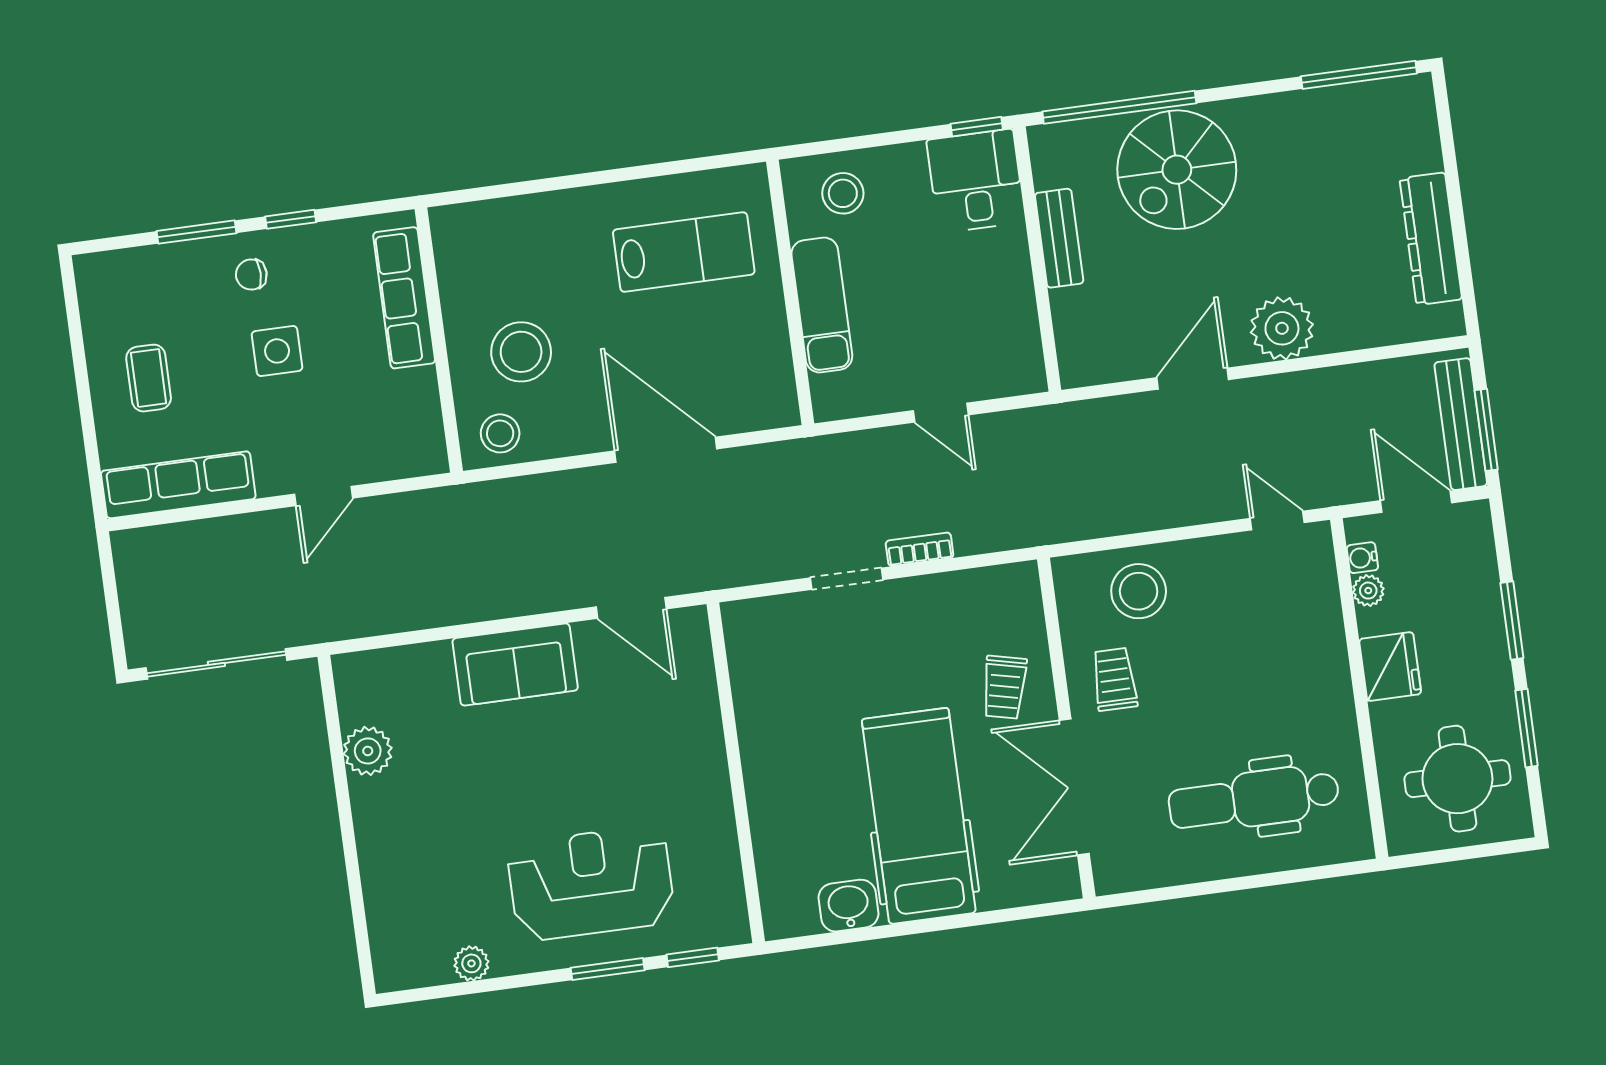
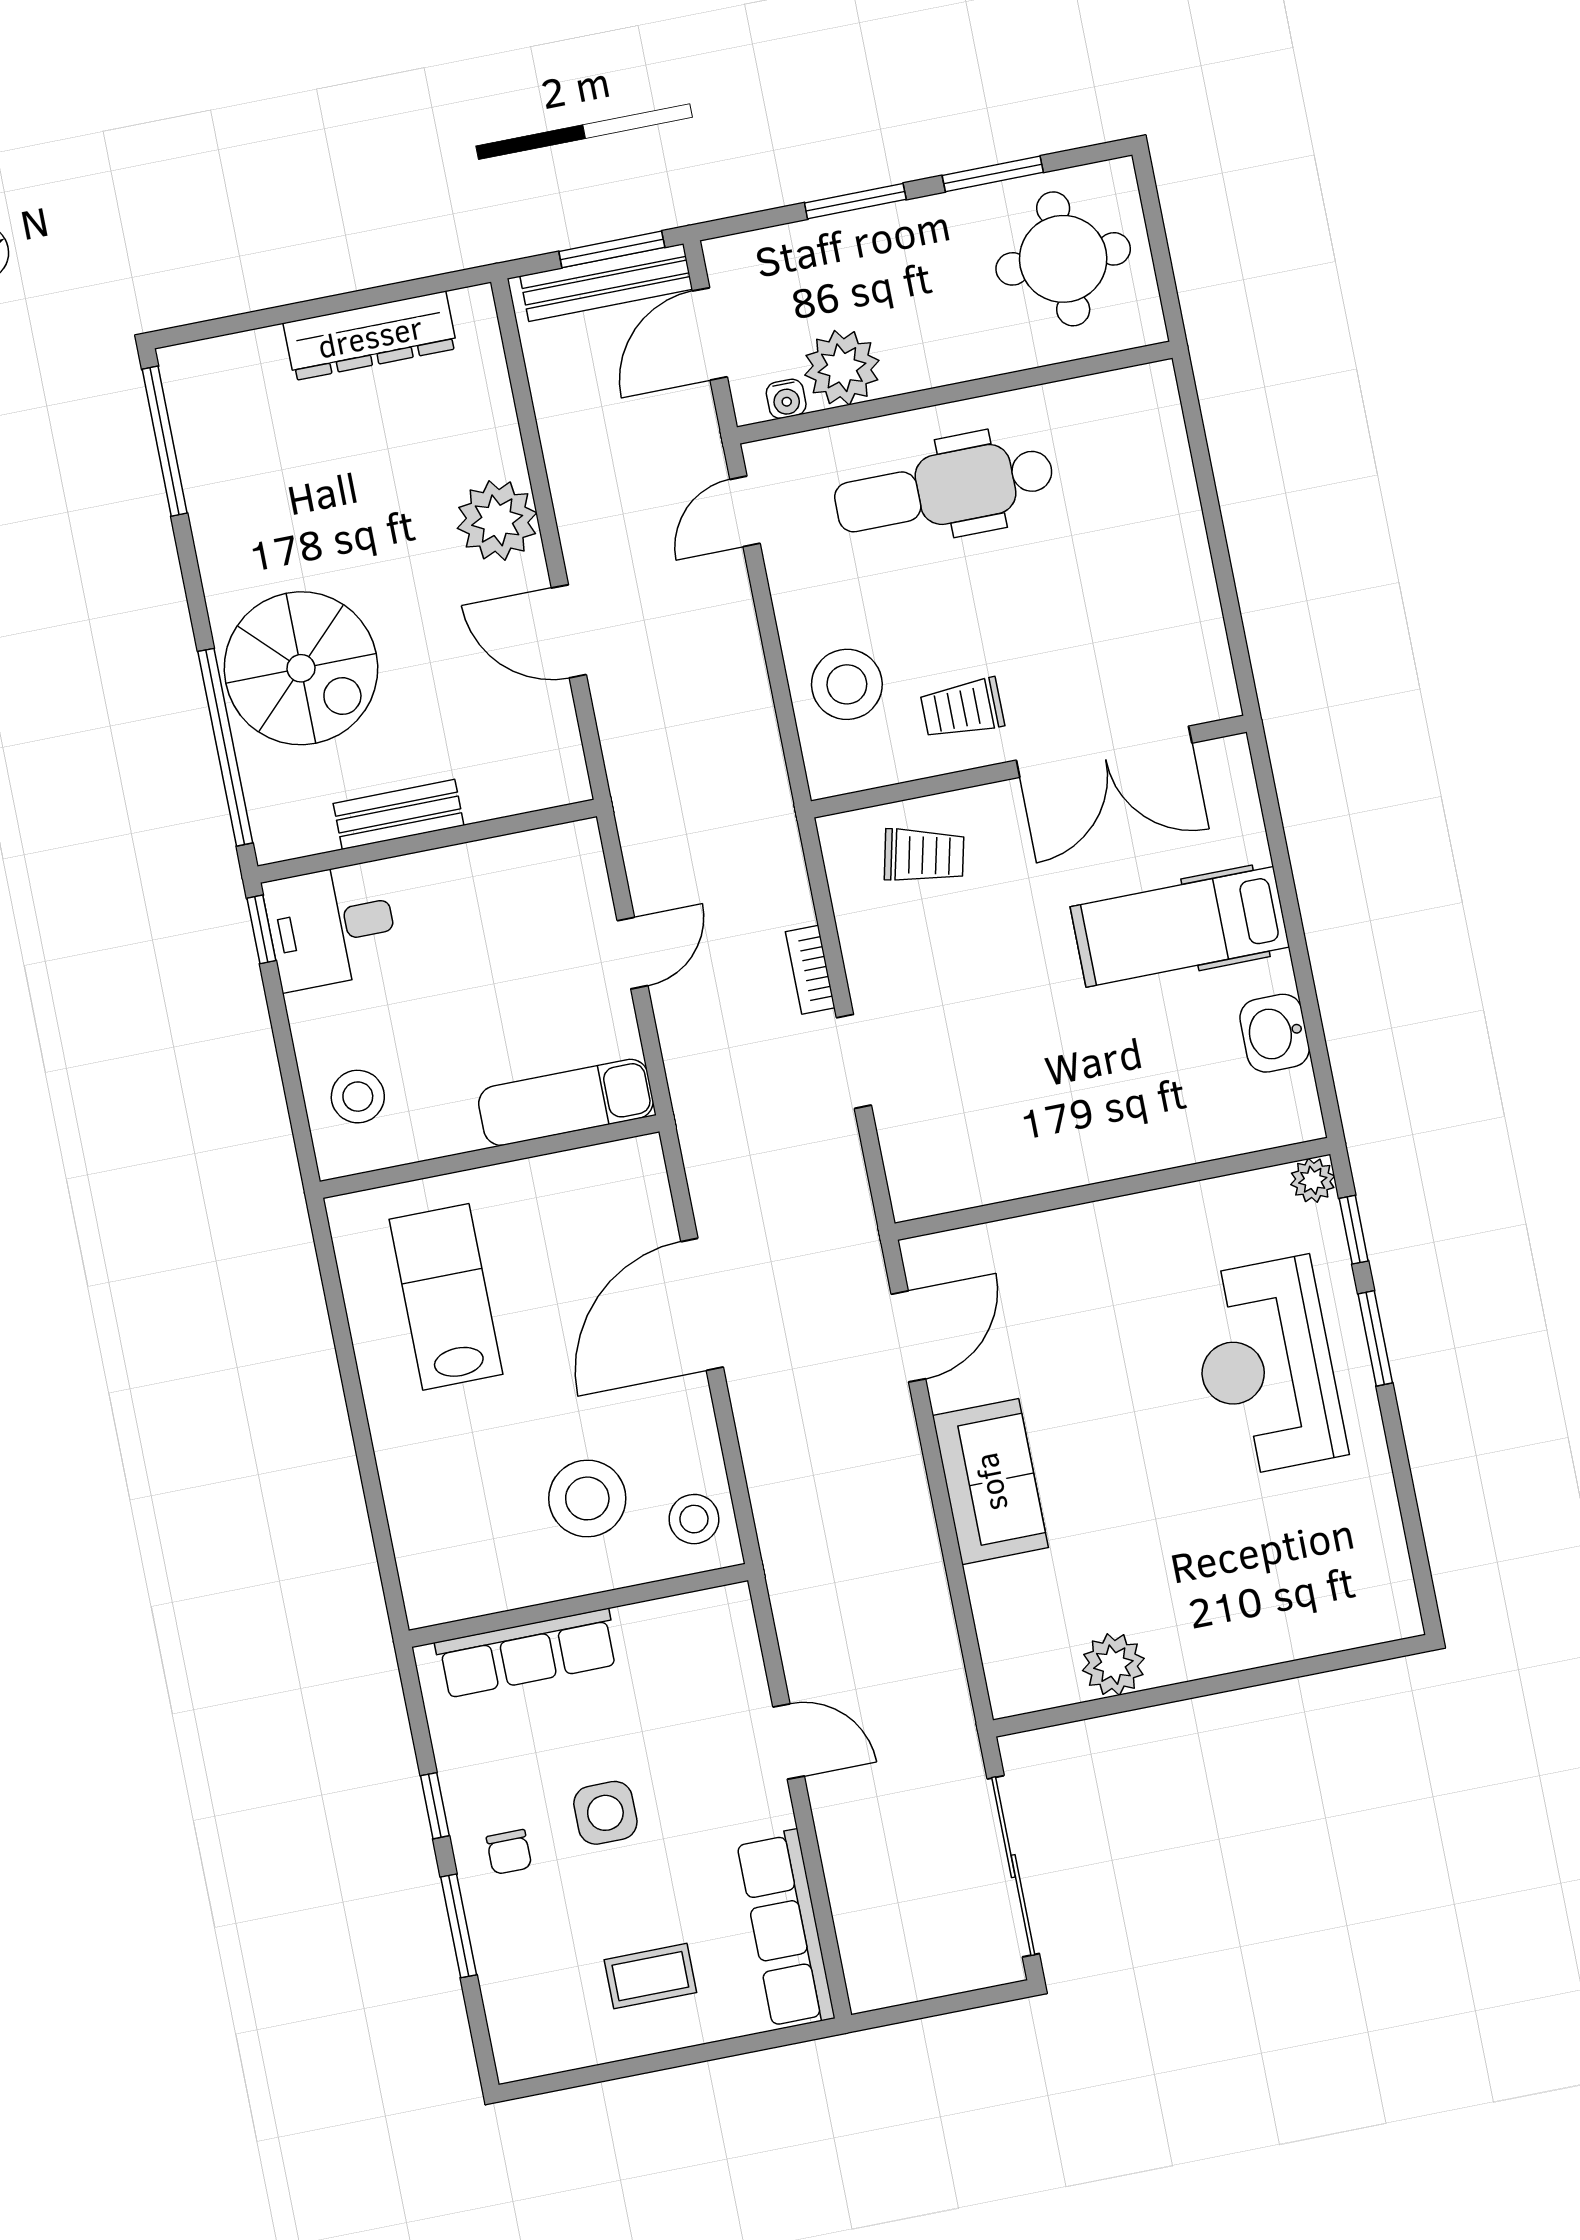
exam couch: (822, 305) -> (566, 1102), moved
plant: (1368, 591) -> (842, 368), width x1.87, depth x1.87
fridge: (1390, 666) -> (924, 354), removed
trolley: (1004, 687) -> (924, 855), moved
dental chair: (1254, 799) -> (944, 489), moved, turned 90
hospital bed: (919, 816) -> (1180, 927), width x0.73, depth x0.78
plant: (471, 963) -> (1313, 1180), moved

